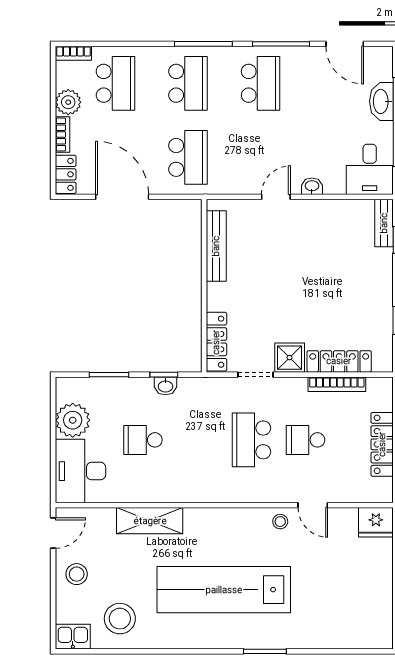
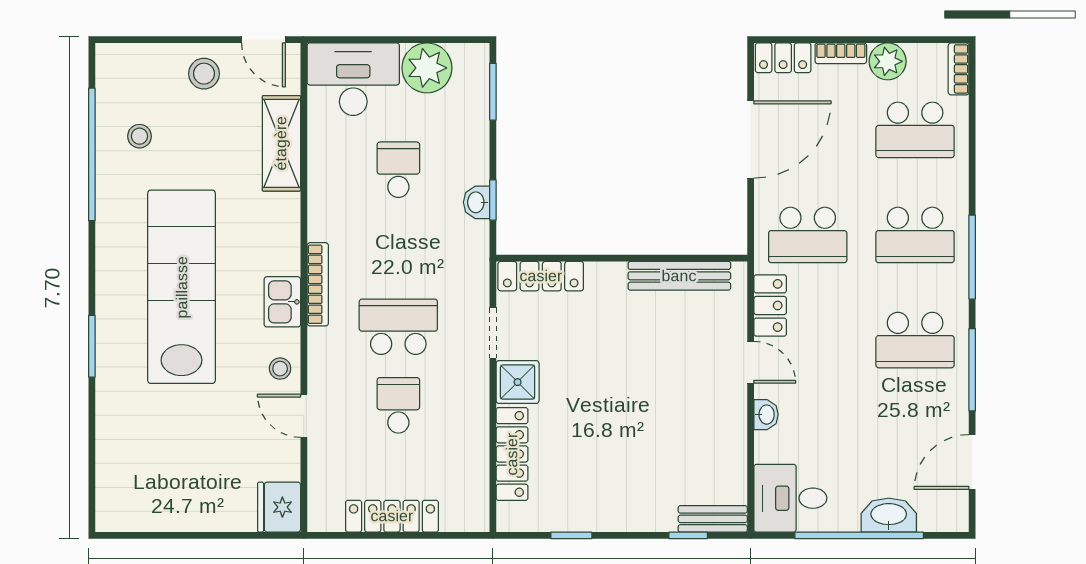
locker: (237, 183) -> (770, 305), added
window: (109, 375) -> (493, 92), moved
bookcase: (337, 384) -> (318, 284), moved, turned 180
door: (313, 505) -> (304, 416), hinge flipped
shelving: (150, 521) -> (281, 143), moved
stool: (120, 619) -> (139, 136), width x0.53, depth x0.53
kitchen sink: (73, 637) -> (282, 302), moved, turned 180
window: (132, 651) -> (92, 154), added

